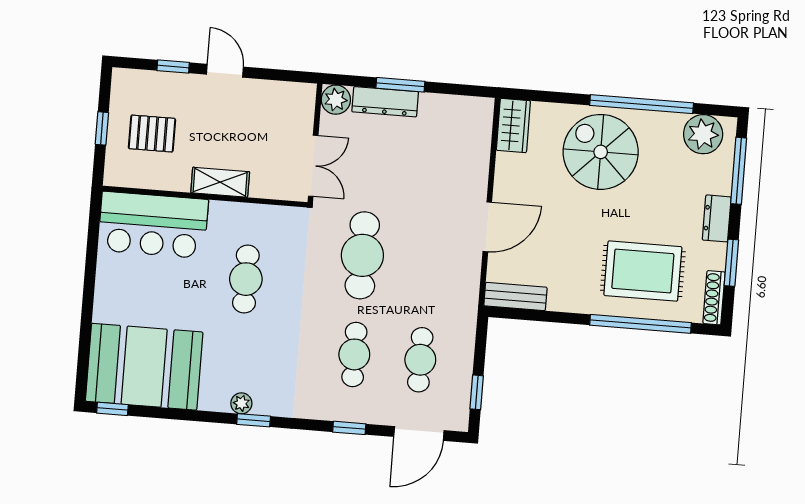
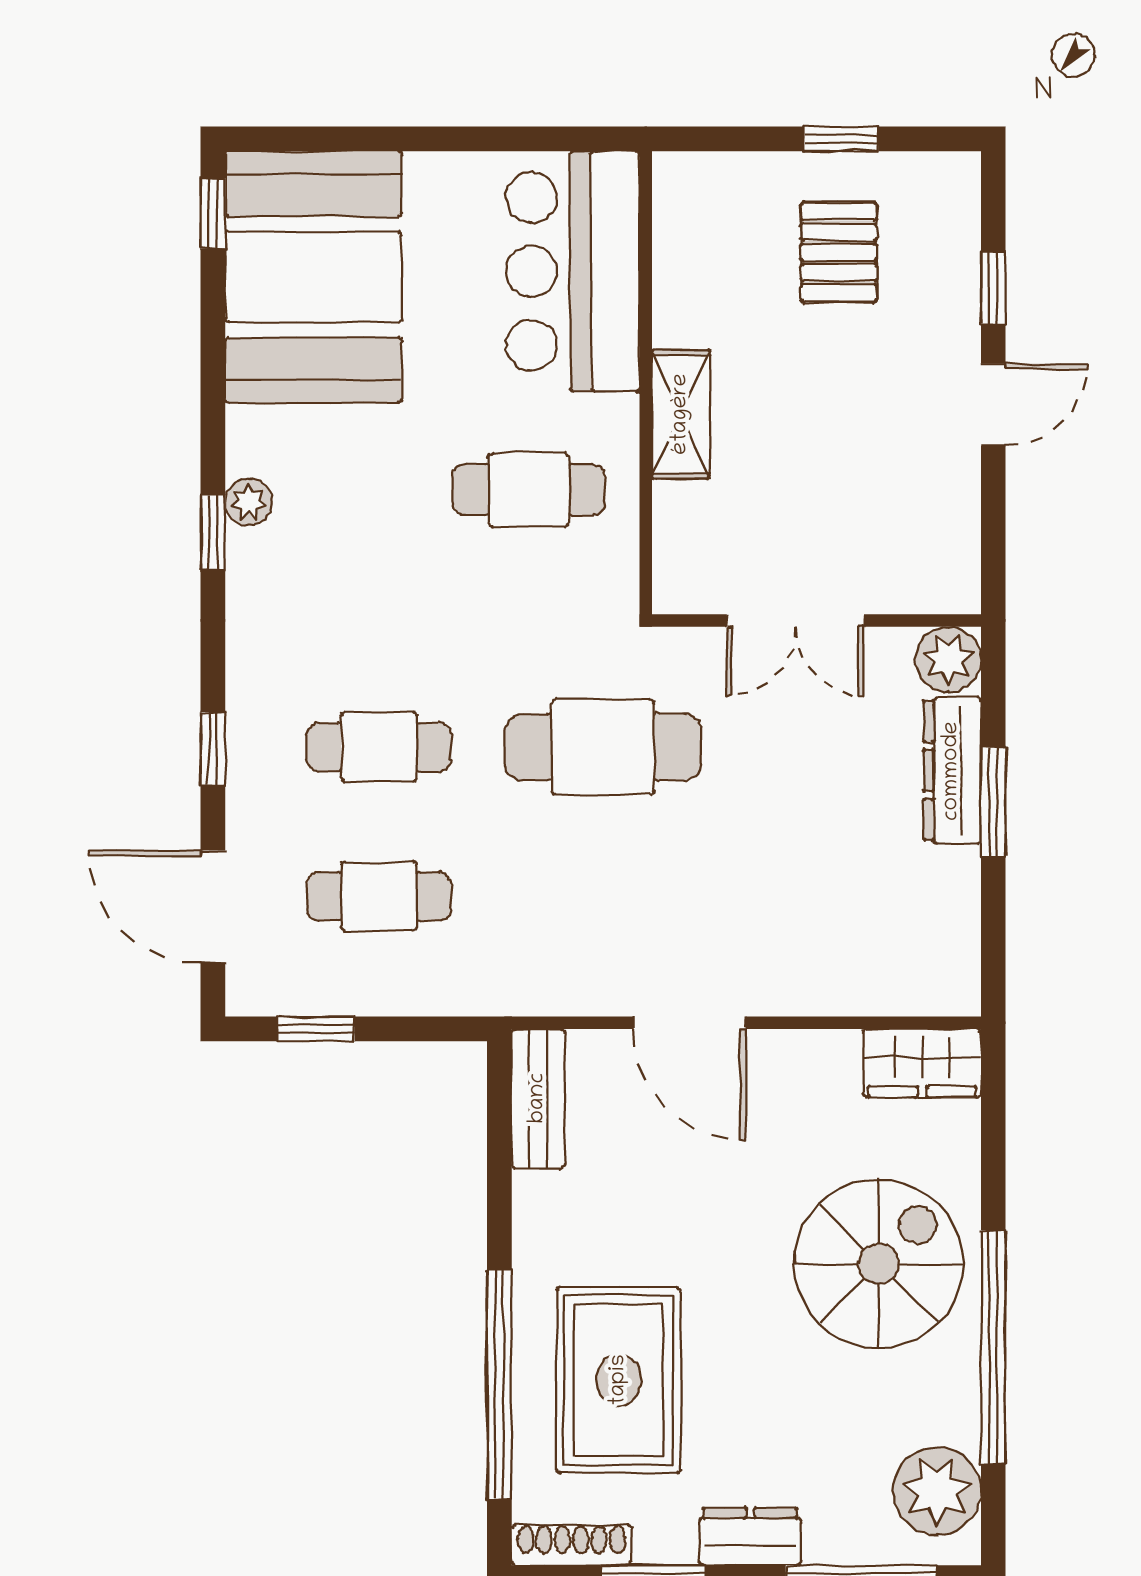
shelving: (220, 182) -> (681, 414), moved
wall: (205, 197) -> (646, 383), moved
bar counter: (153, 225) -> (573, 271), moved

